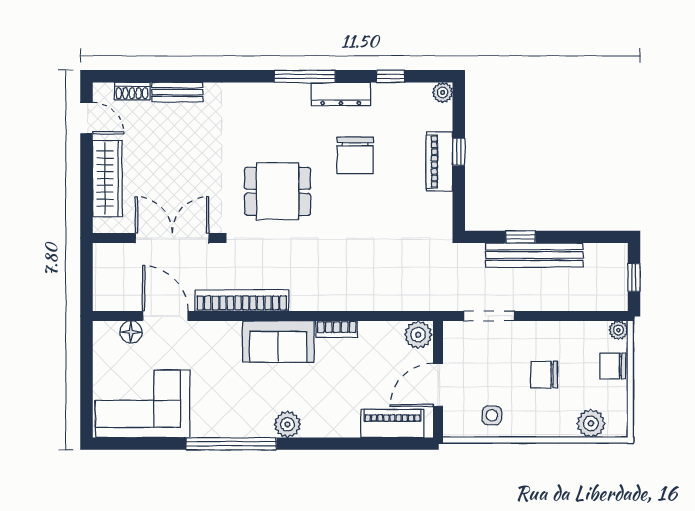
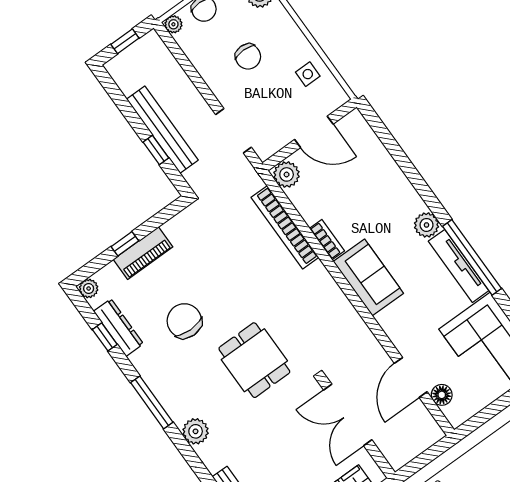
dresser: (341, 94) -> (118, 328), moved
plant: (253, 96) -> (196, 431), added
chair: (355, 155) -> (184, 321), turned -90
bookcase: (242, 300) -> (285, 227), moved
piano: (392, 423) -> (368, 145), removed
tv unit: (232, 427) -> (459, 266), added

